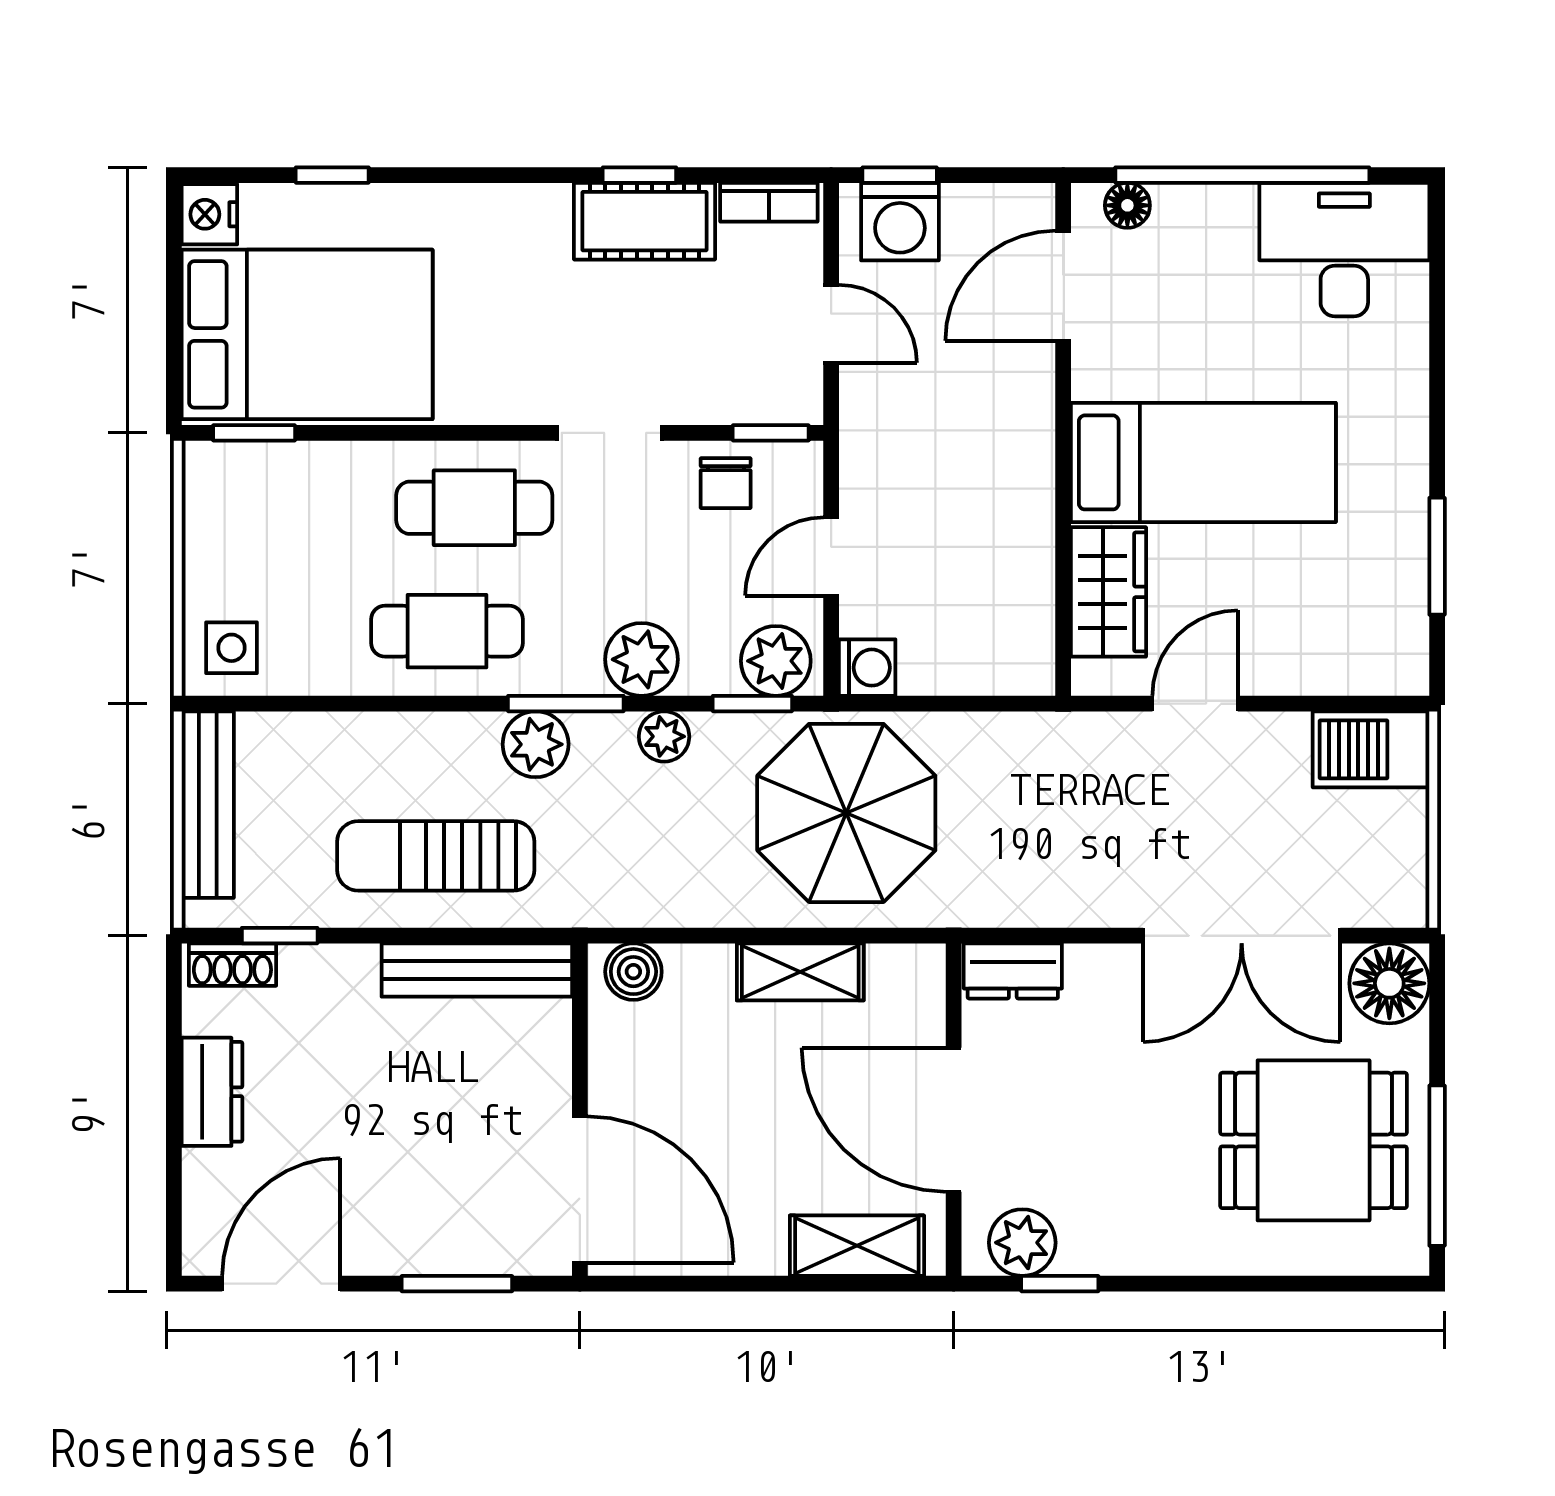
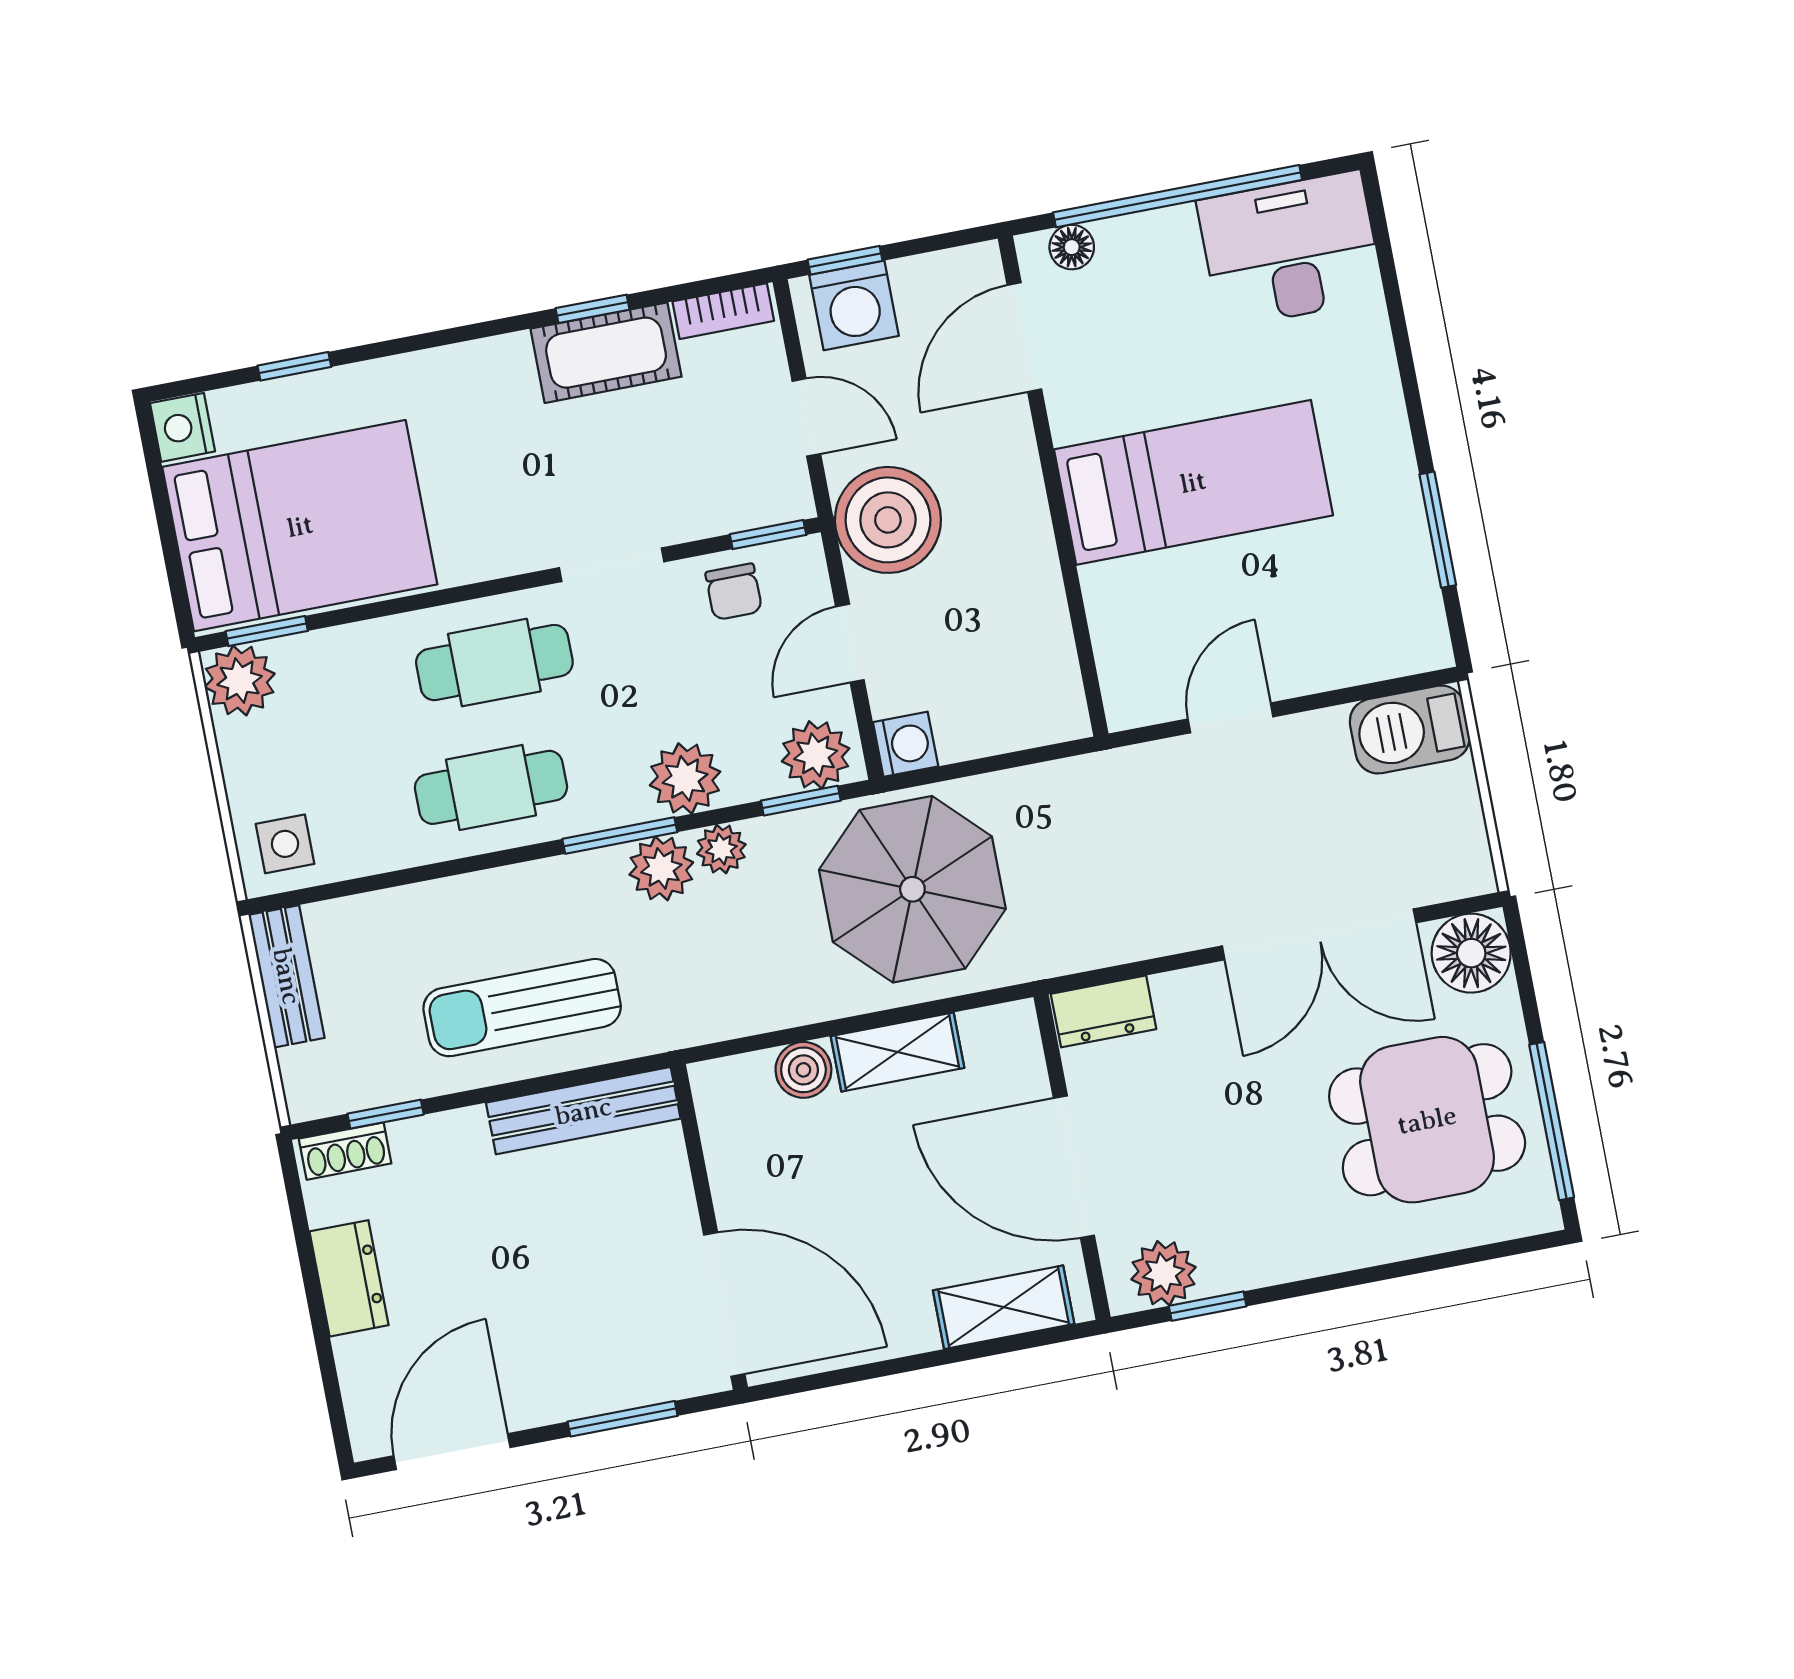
boiler: (893, 441) -> (888, 520), added
plant: (218, 477) -> (240, 680), added
wardrobe: (1109, 592) -> (1126, 626), removed
plant: (536, 744) -> (661, 868), moved
bench: (208, 805) -> (287, 976), width x0.73
boiler: (633, 972) -> (803, 1070), moved

